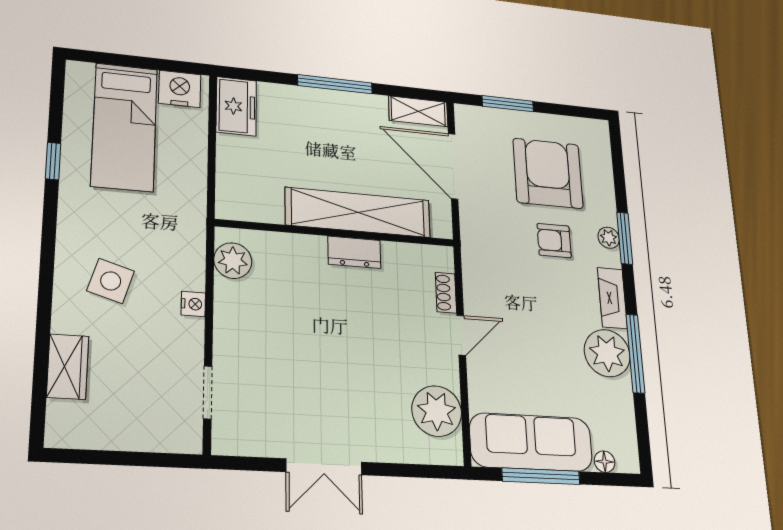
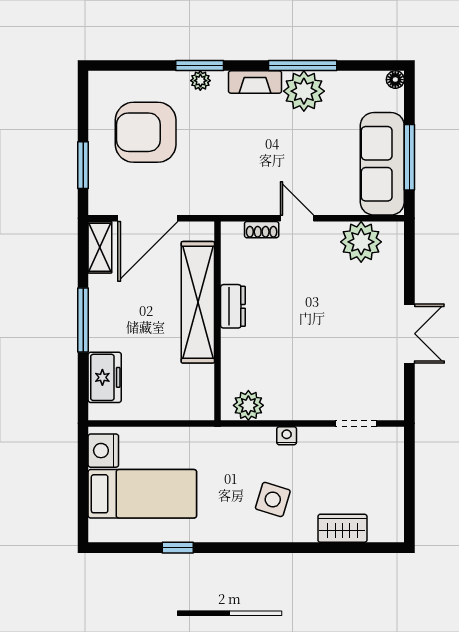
freezer: (236, 106) -> (105, 377), moved, turned 90
armchair: (554, 241) -> (207, 131), removed
floor lamp: (605, 462) -> (395, 80), moved

